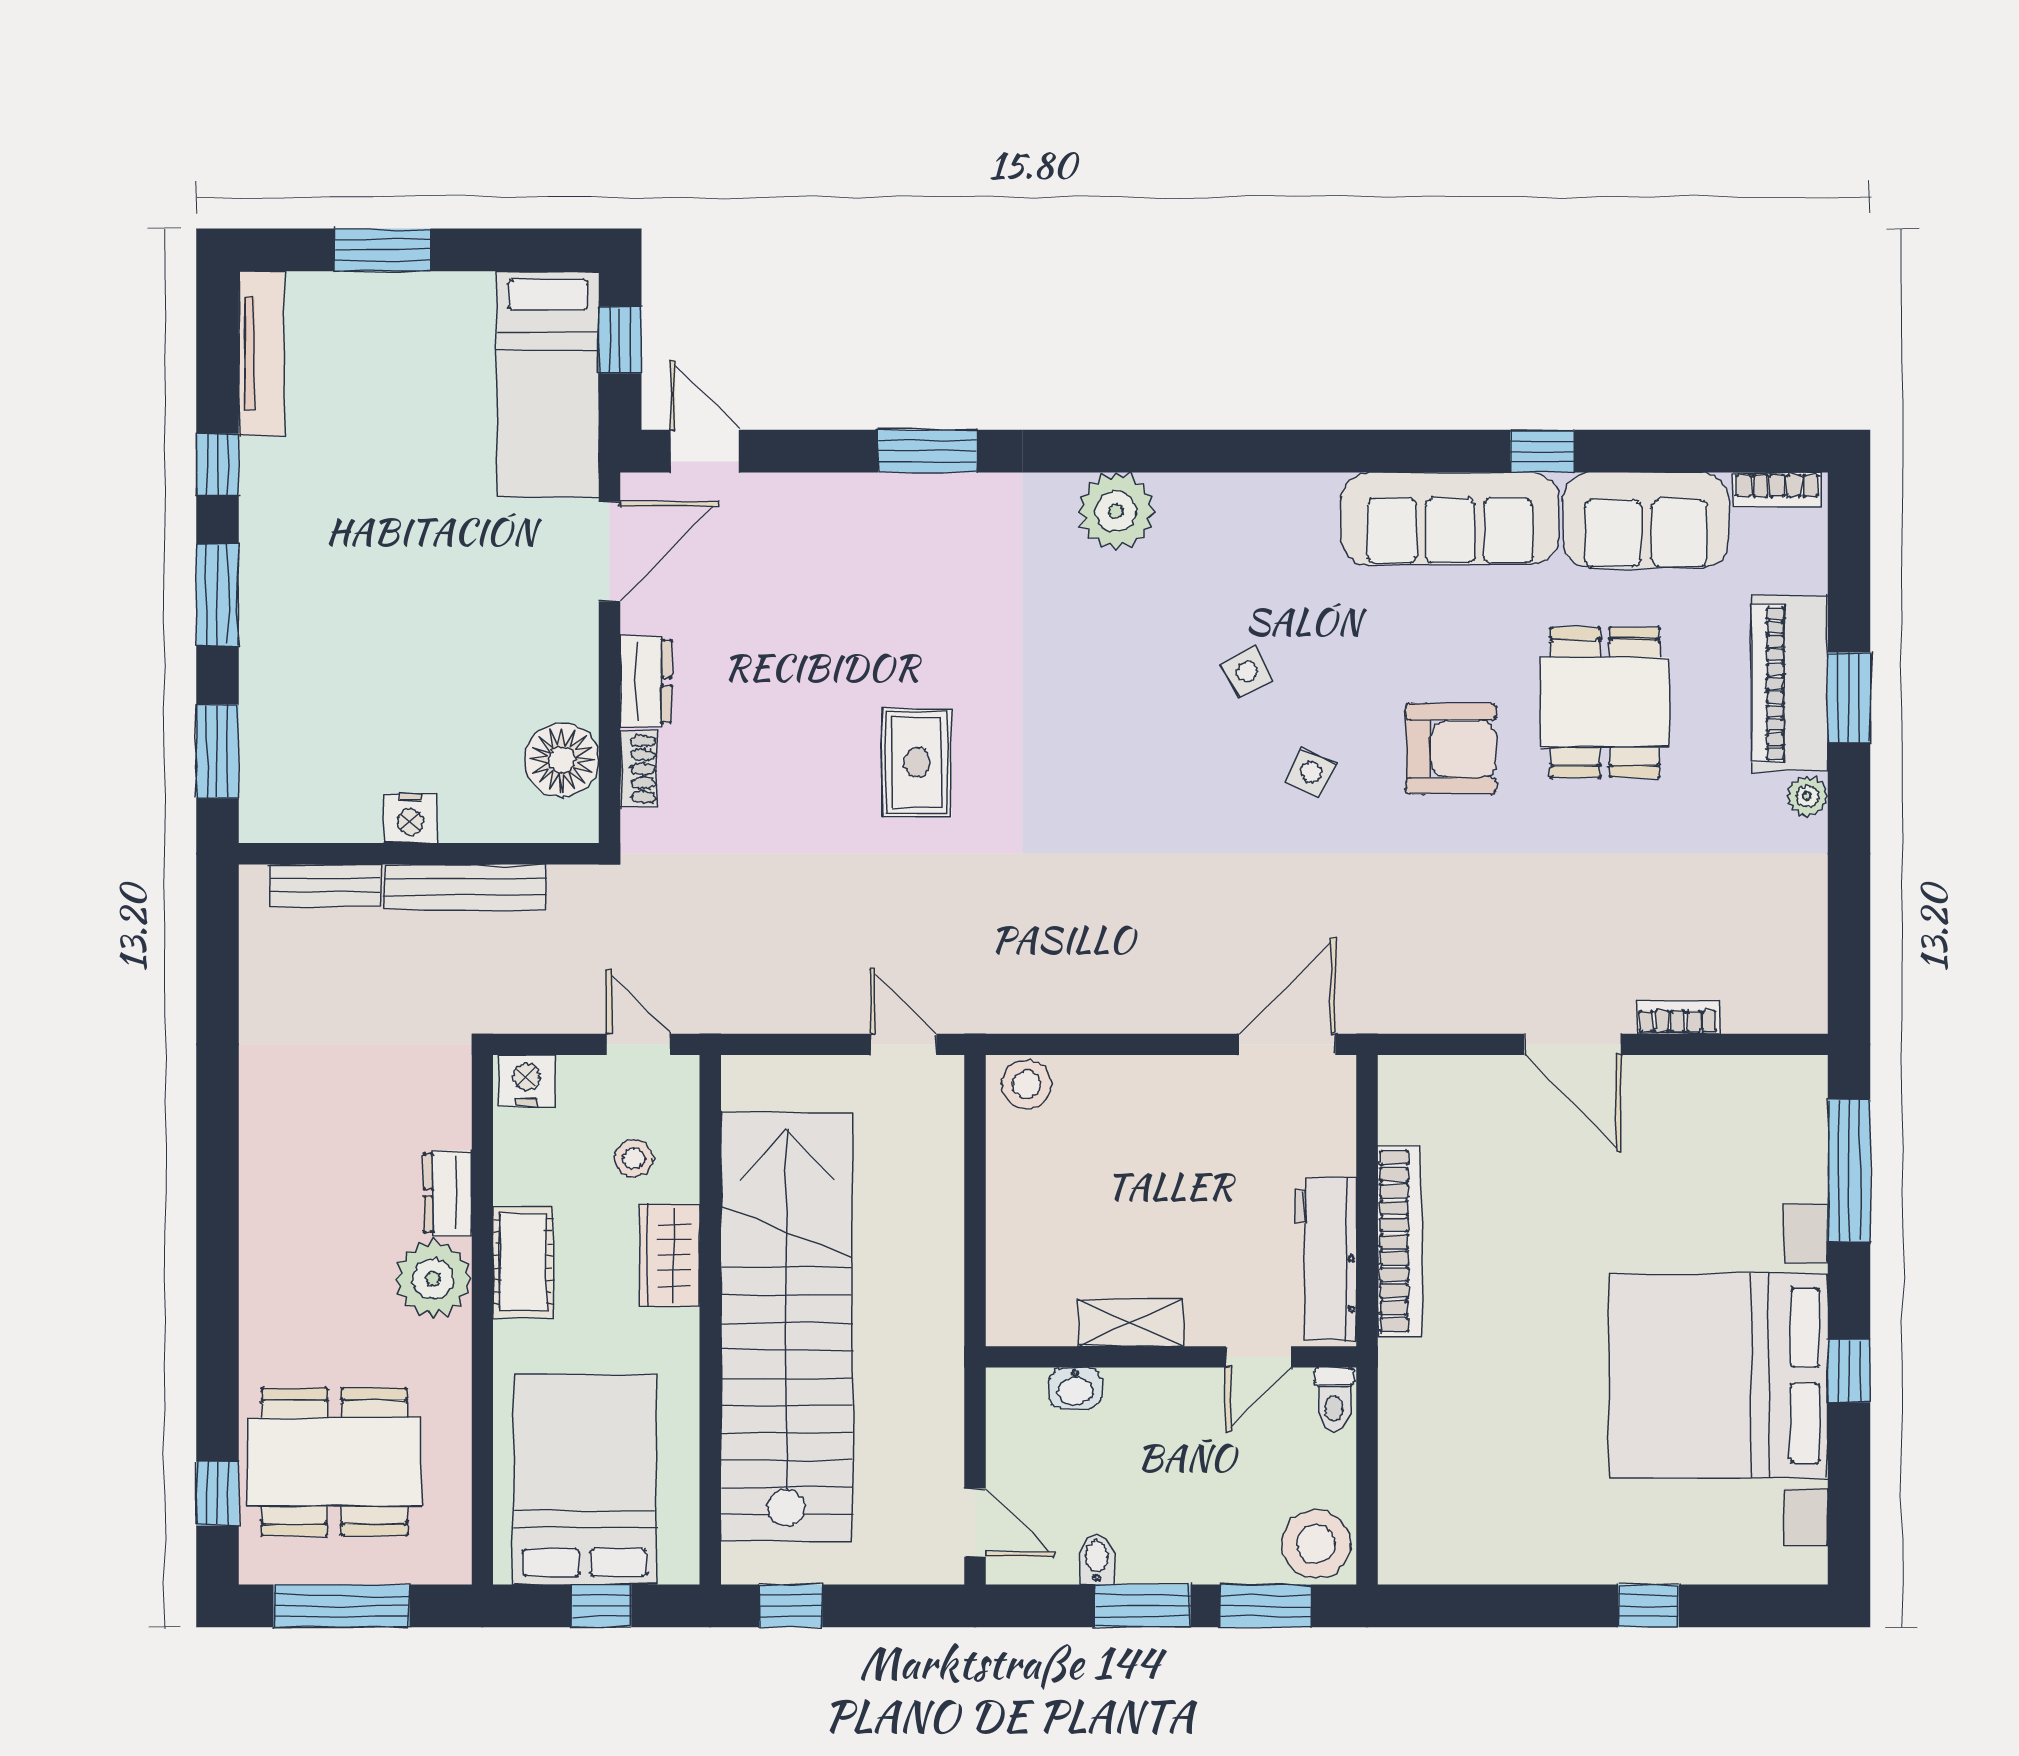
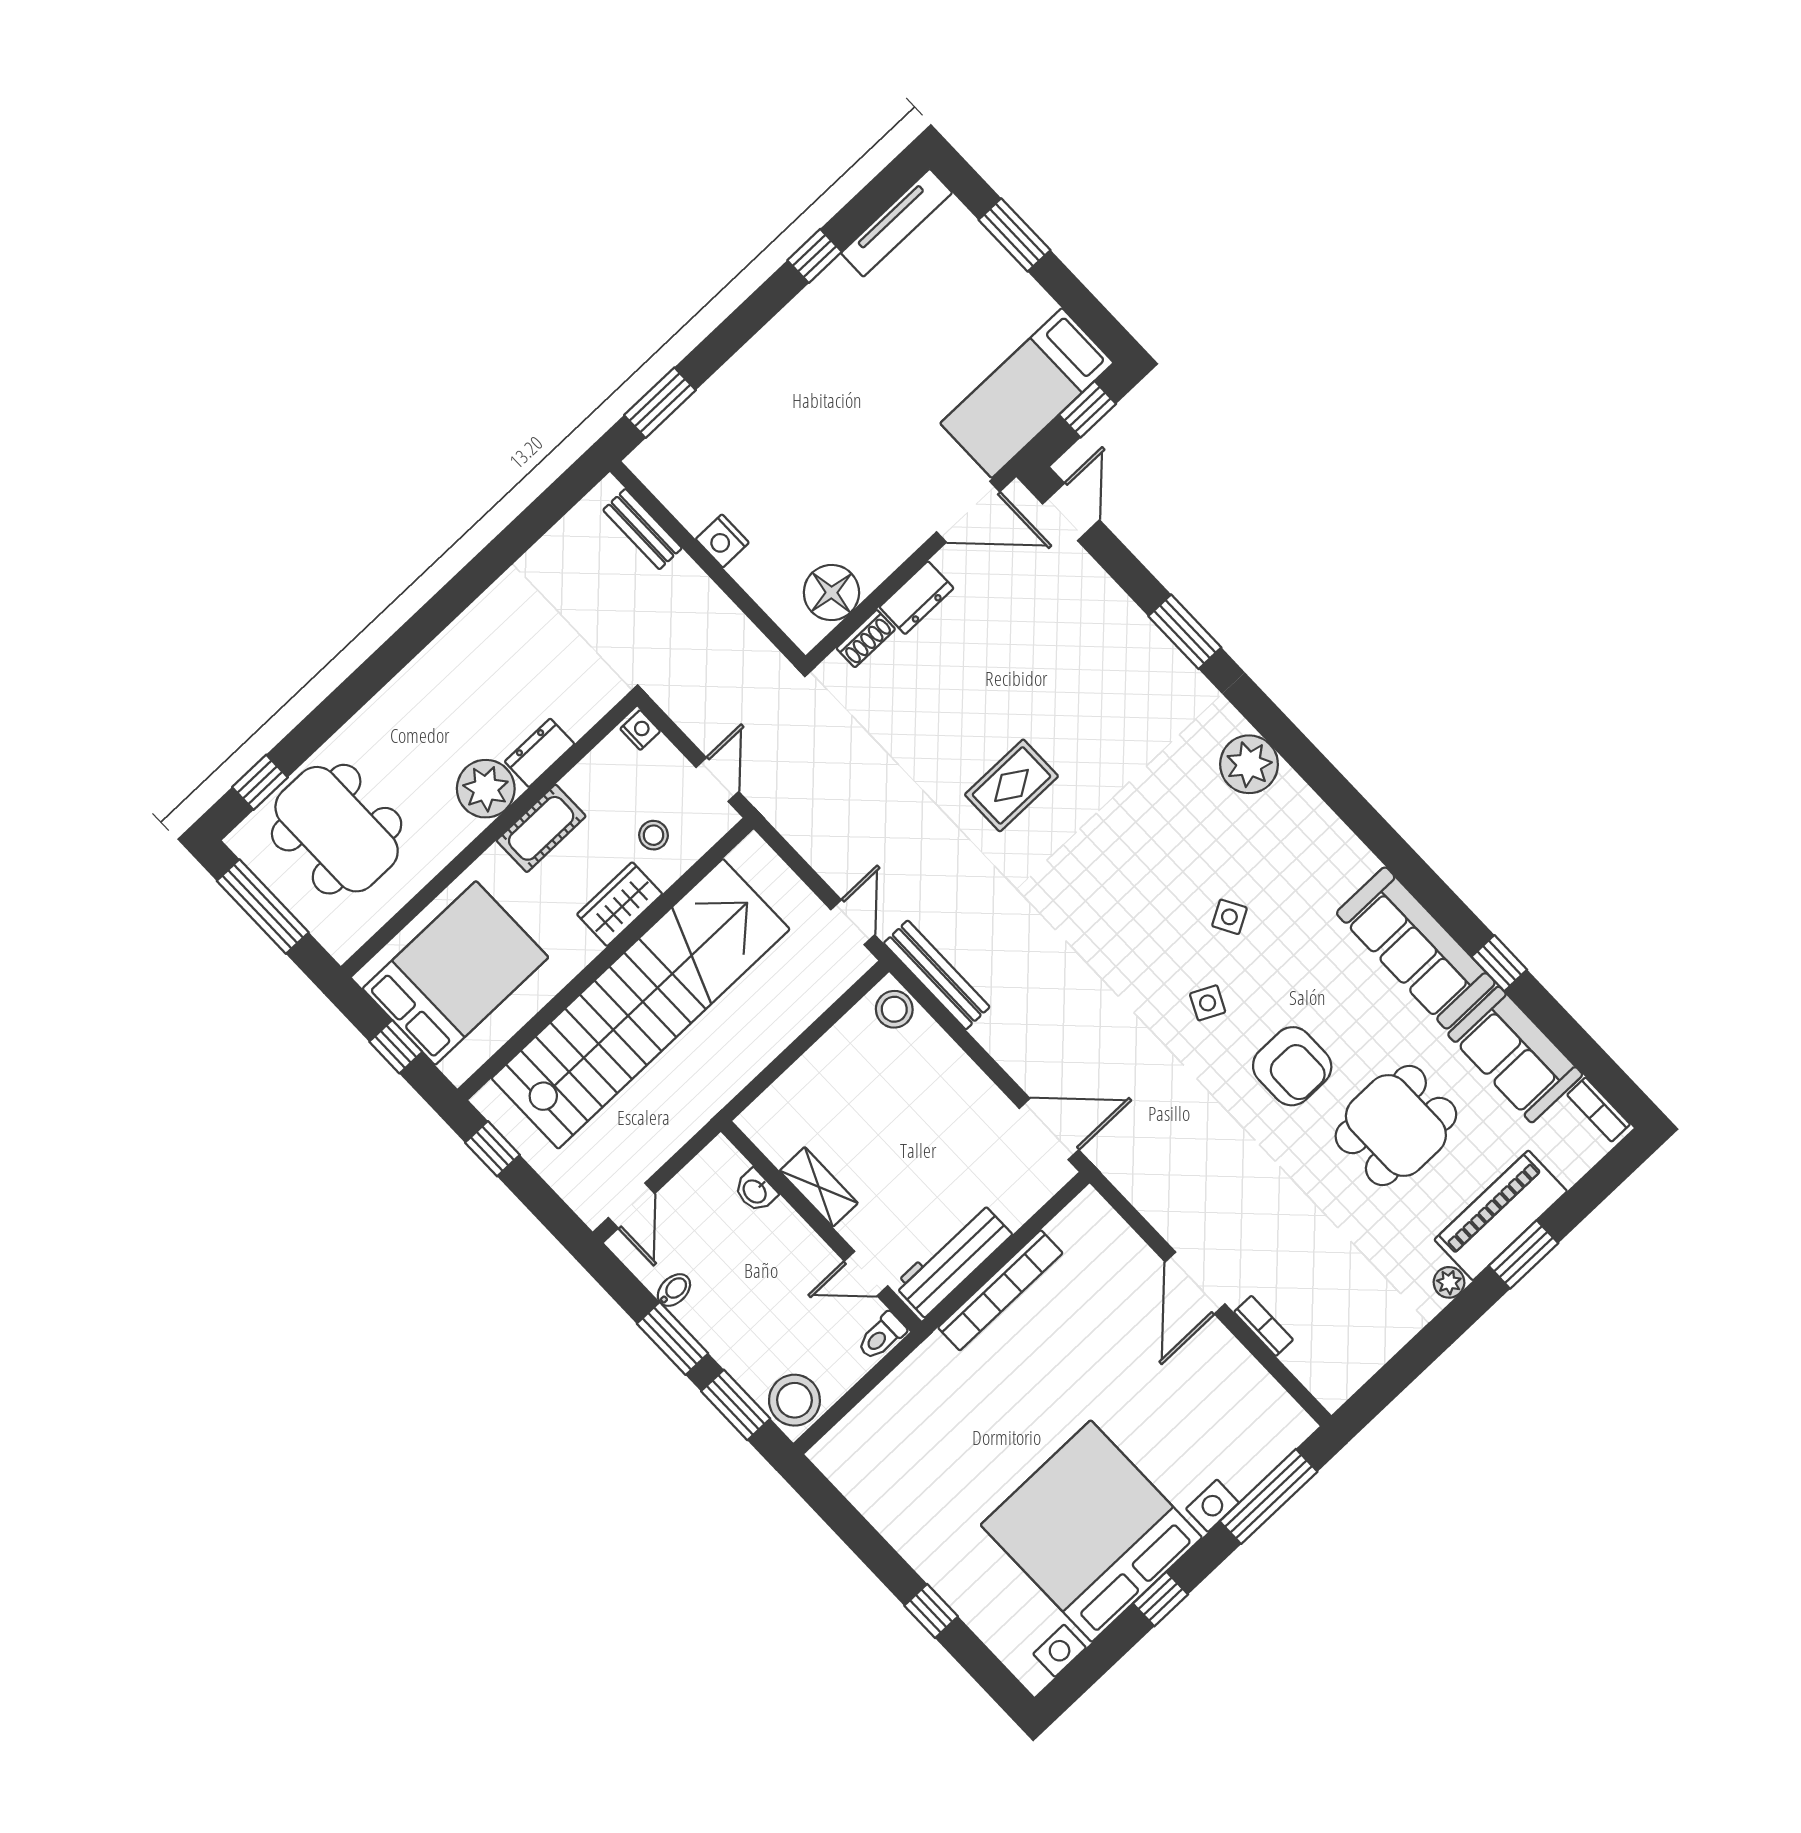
window: (218, 595) -> (744, 323), removed
bench: (465, 887) -> (937, 975), moved
nightstand: (527, 1080) -> (640, 730), width x0.72, depth x0.74

